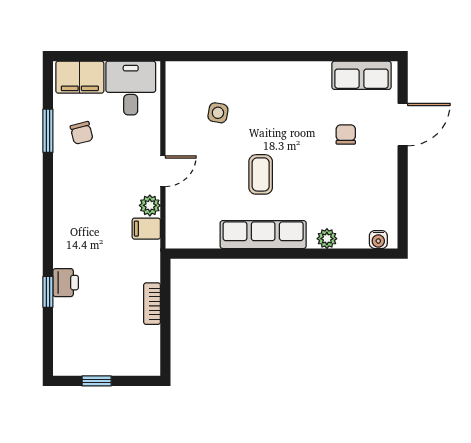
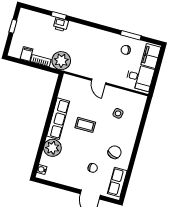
chair: (301, 98) -> (115, 152), added
plant: (150, 205) -> (61, 61), moved, width x1.88, depth x1.88
filing cabinet: (146, 229) -> (27, 54), moved
plant: (327, 239) -> (52, 148), width x1.87, depth x1.87

